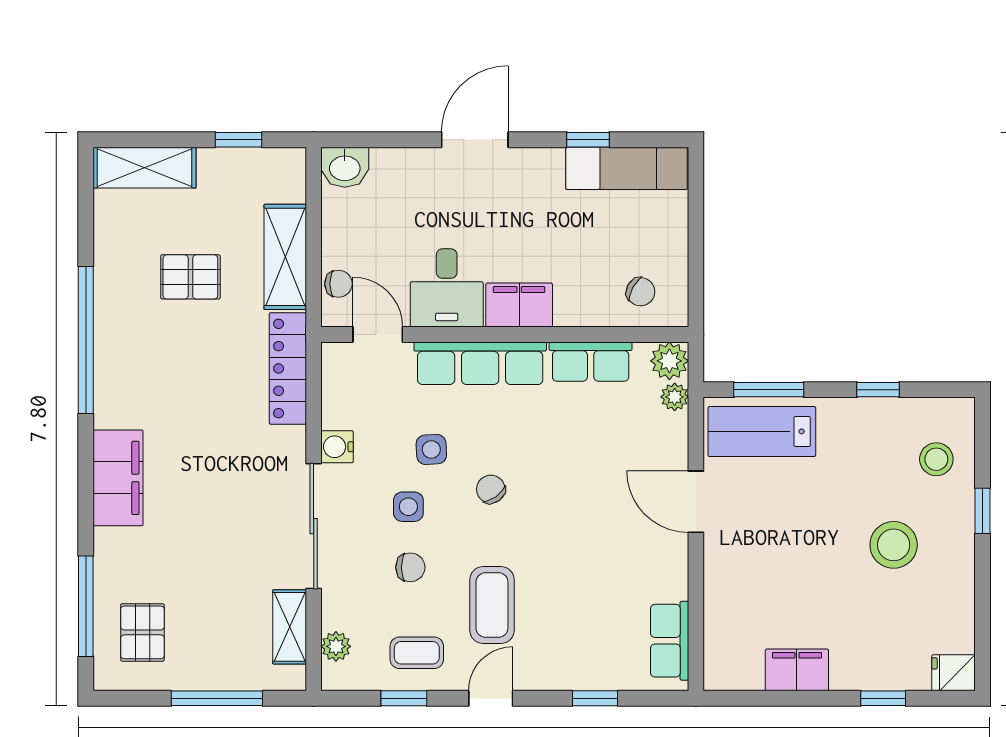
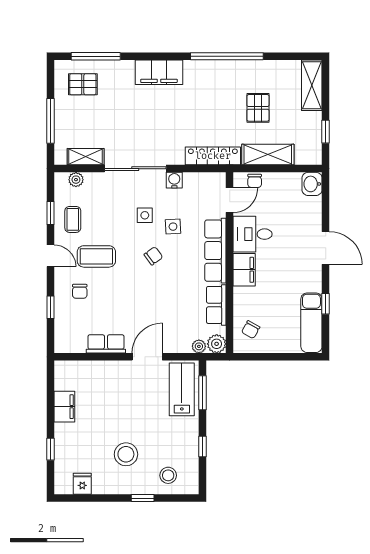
chair: (410, 567) -> (80, 291), moved
row of seats: (670, 641) -> (106, 344), moved
fridge: (954, 673) -> (82, 484), moved

